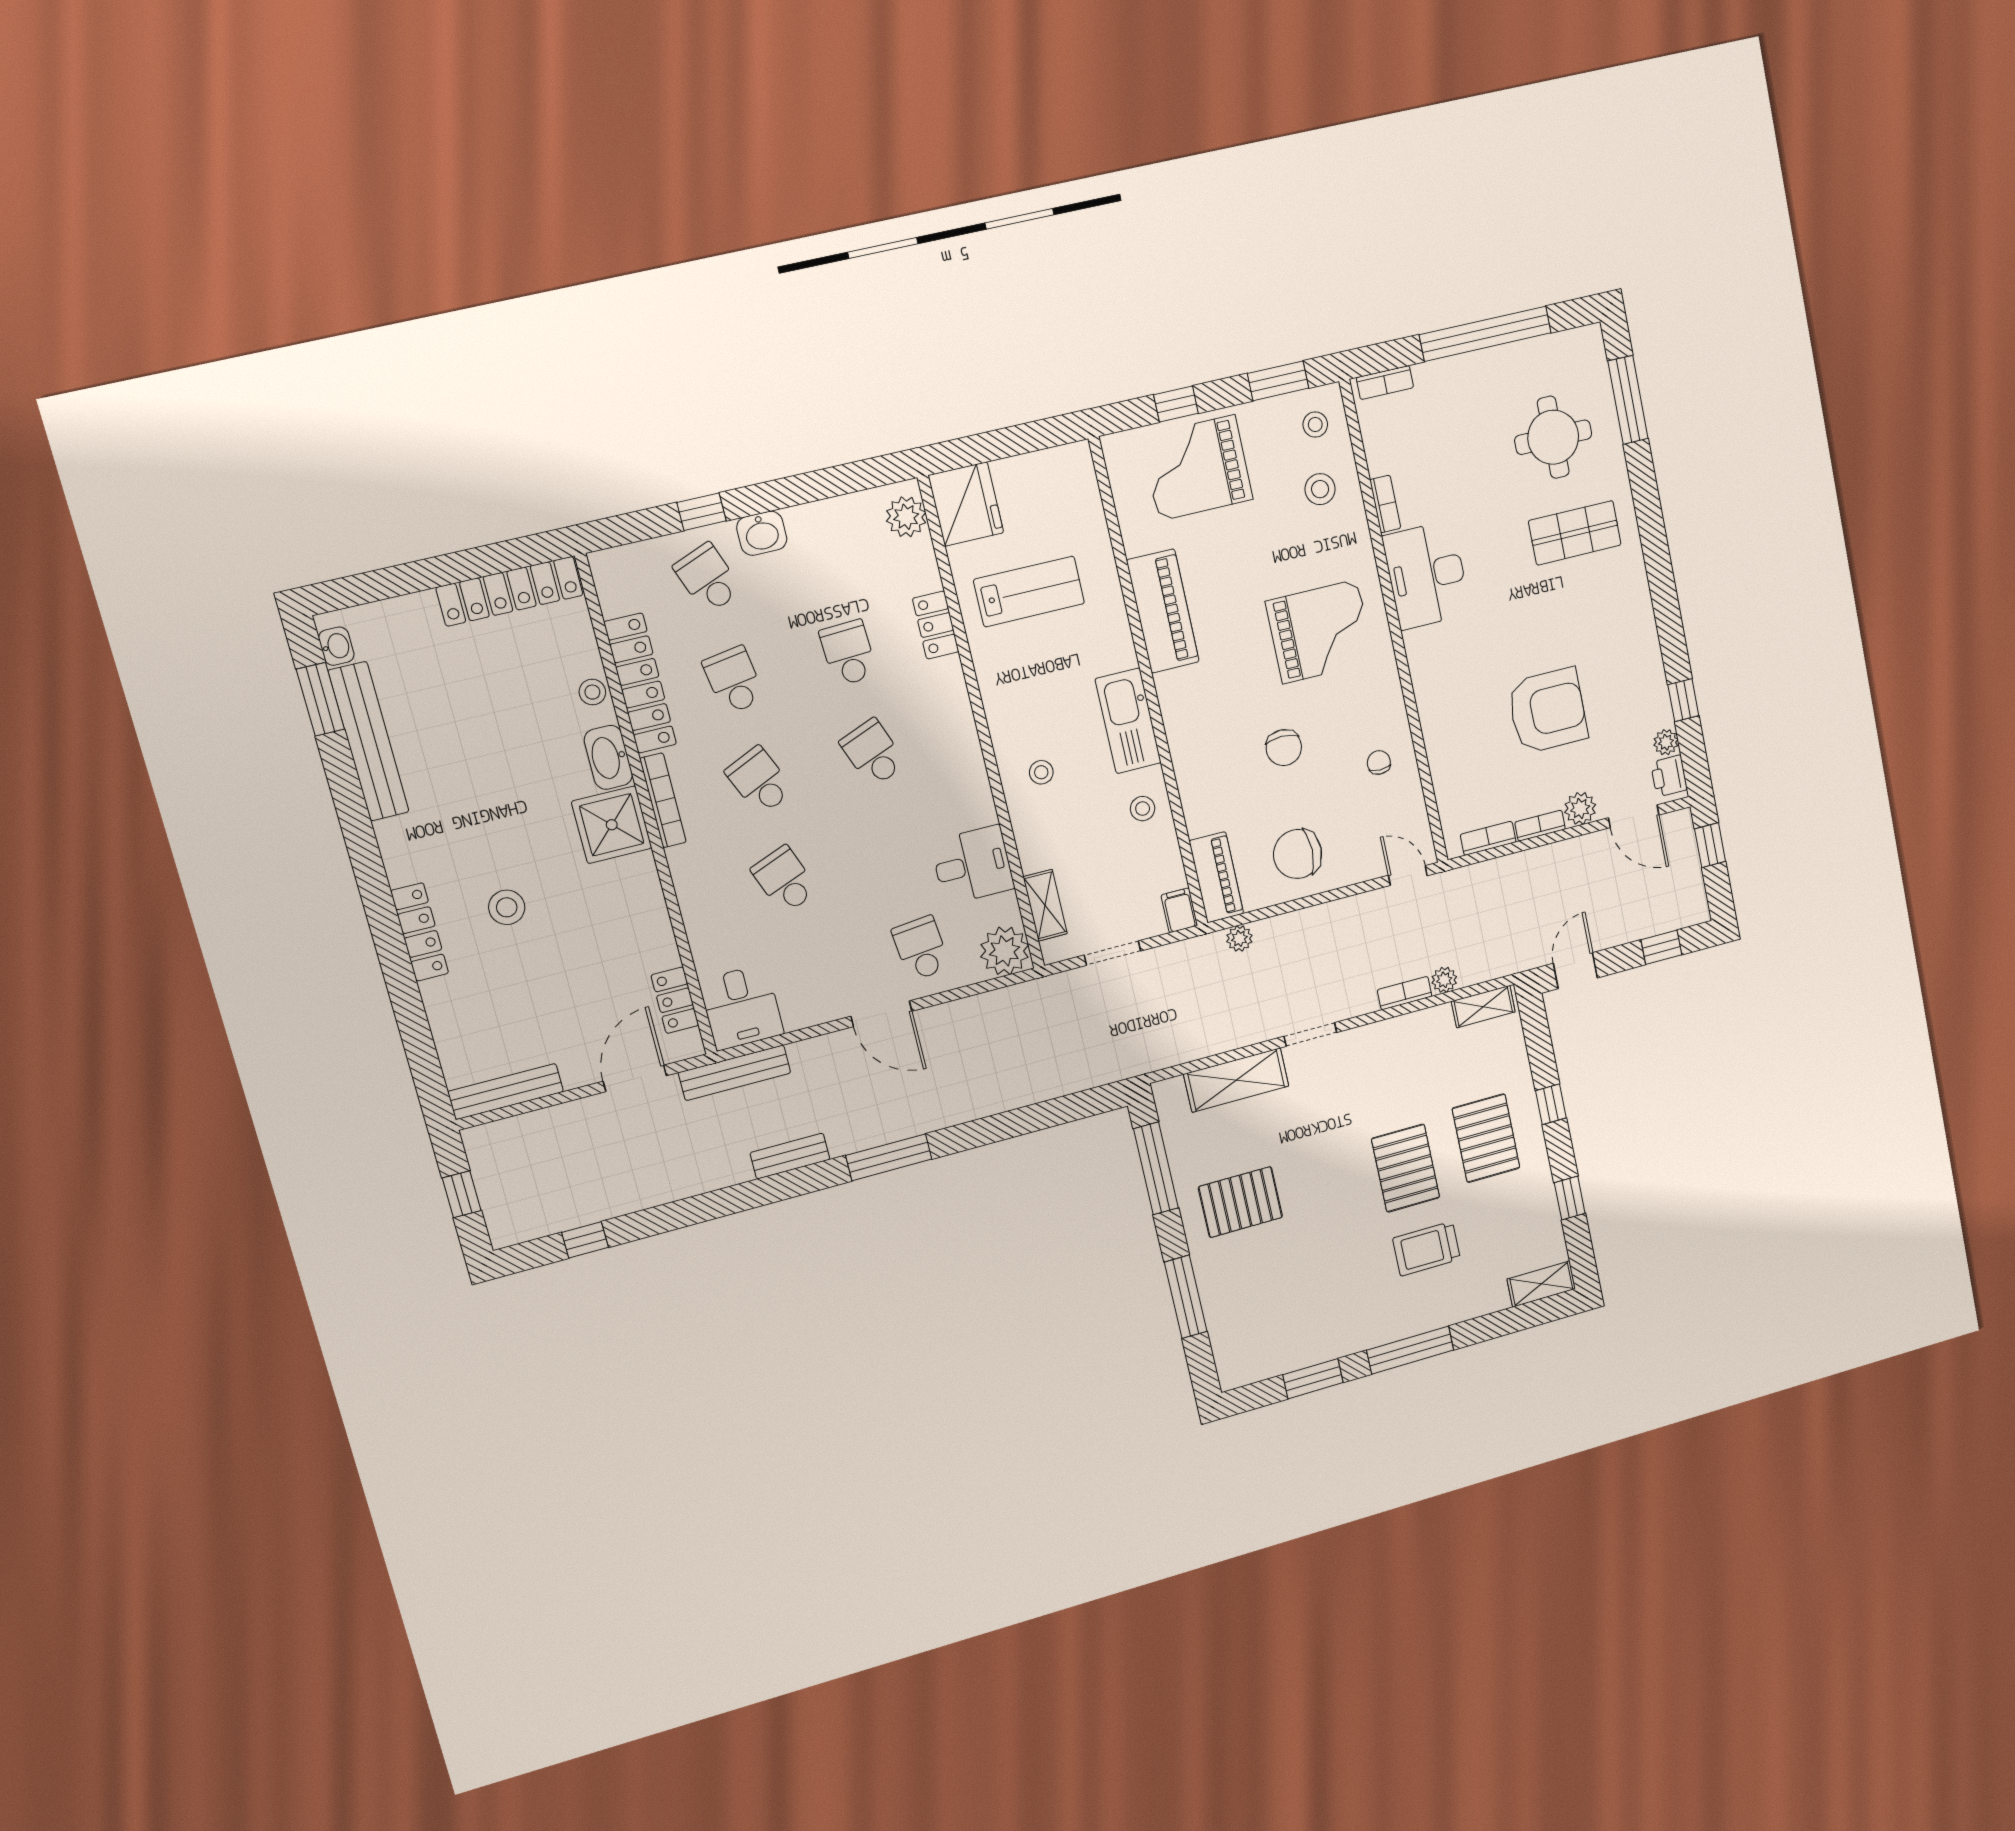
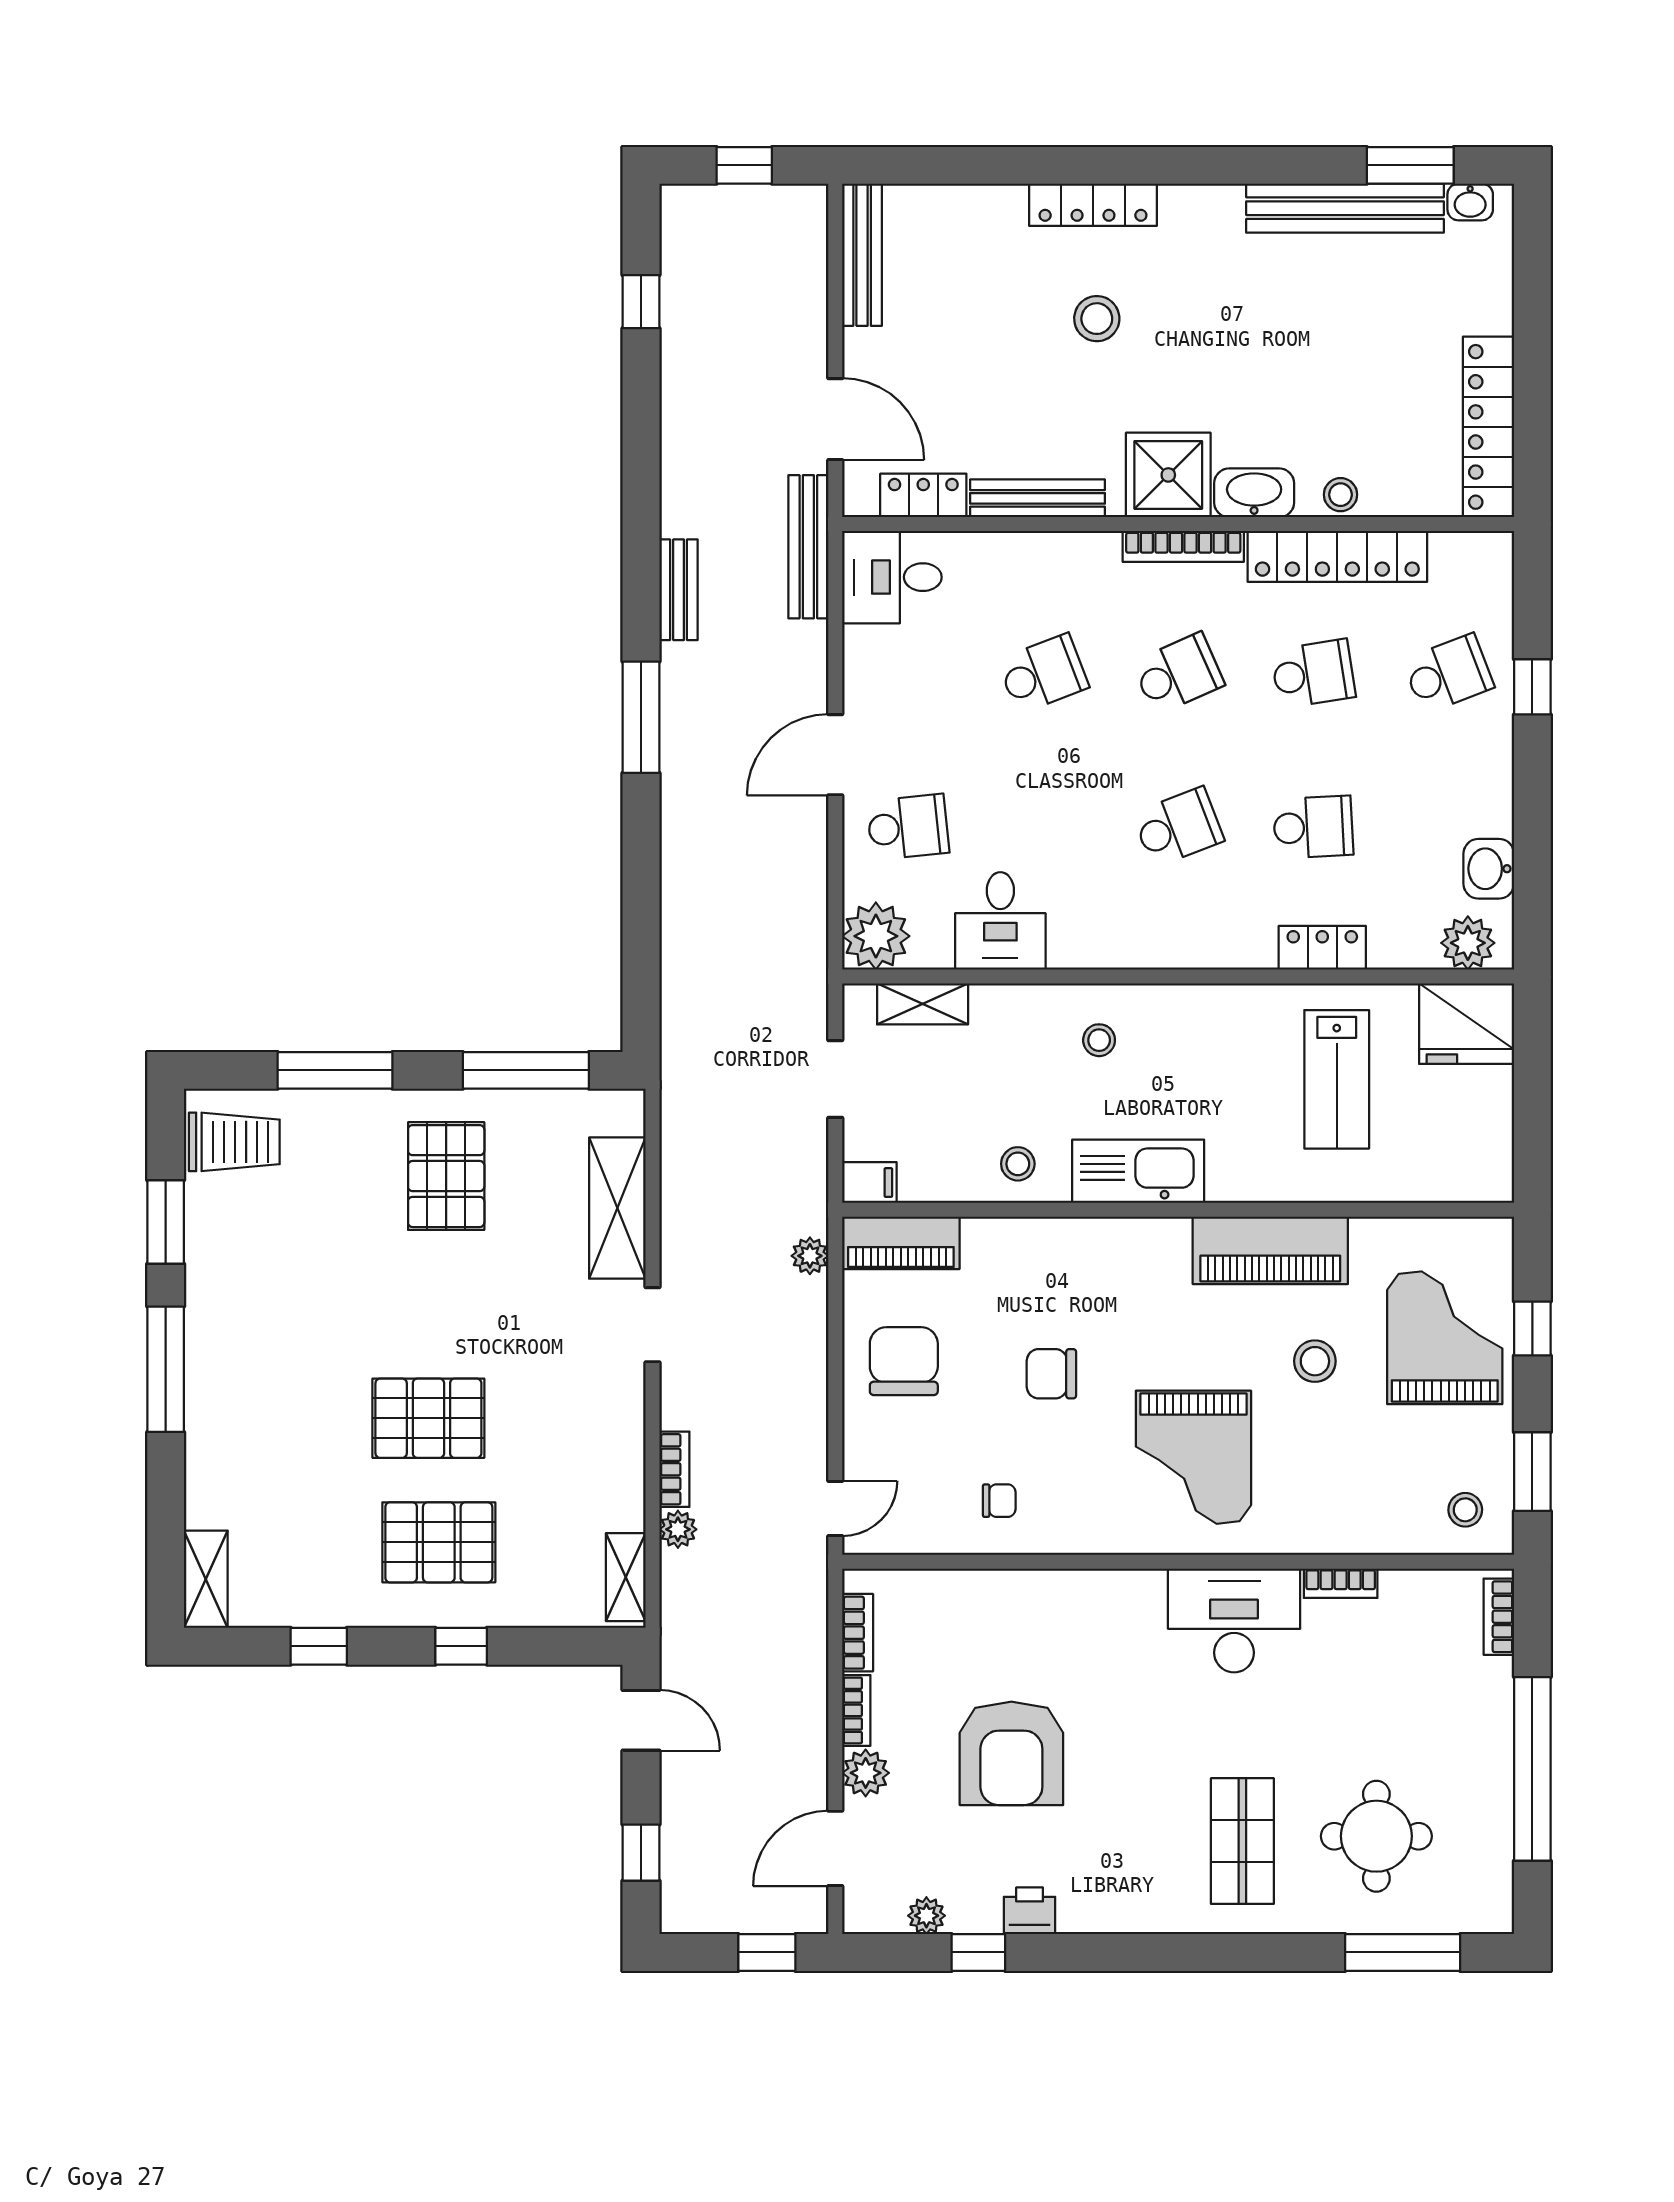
stool: (1320, 489) -> (1315, 1361), moved
washbasin: (762, 533) -> (1489, 869), moved
printer: (1669, 776) -> (1030, 1911), moved
bench: (655, 917) -> (1038, 498), added
trolley: (1427, 1249) -> (234, 1142), moved, turned 90

